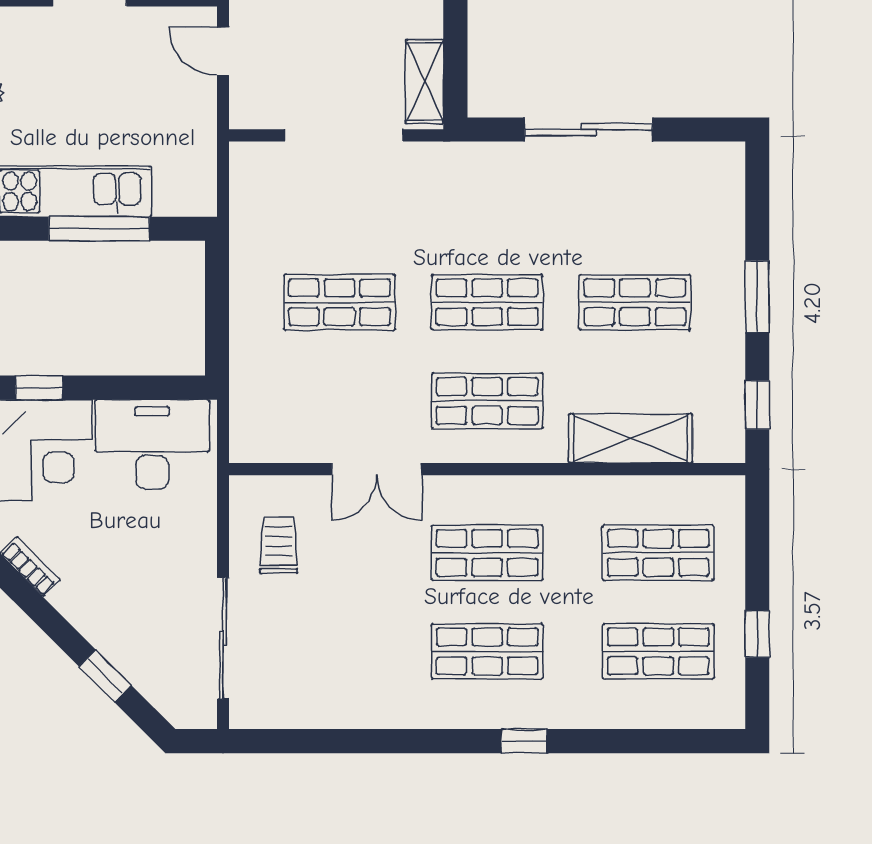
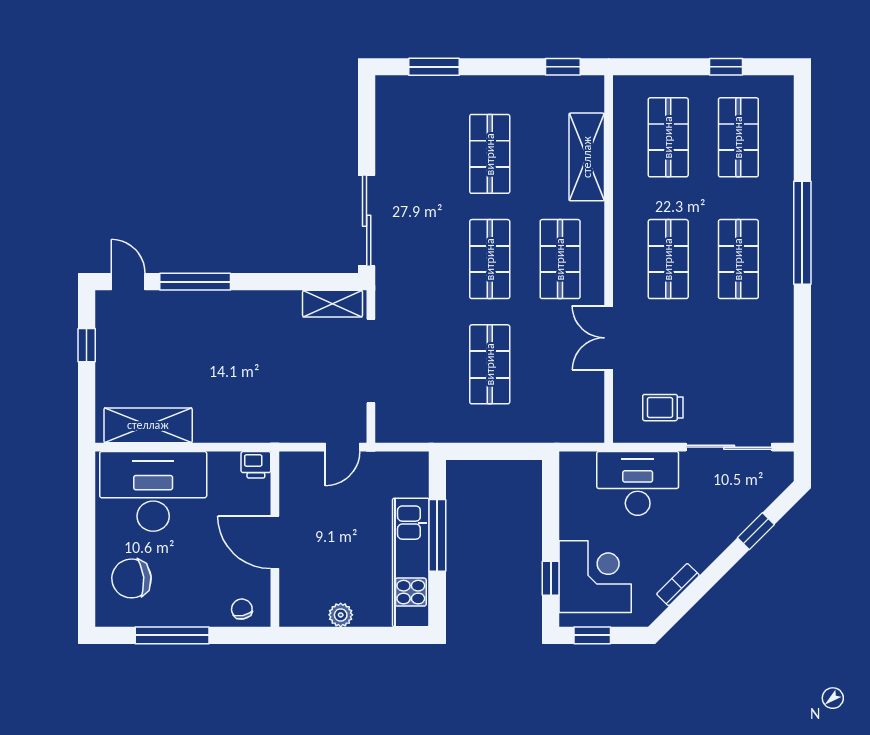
door: (223, 51) -> (343, 447), moved
sliding door: (589, 129) -> (367, 221), moved
window: (757, 297) -> (434, 67), moved
desk: (152, 444) -> (638, 483), moved, turned 90
double door: (377, 469) -> (609, 338), swing flipped
window: (524, 741) -> (802, 233), width x3.17

